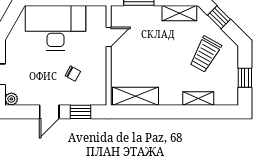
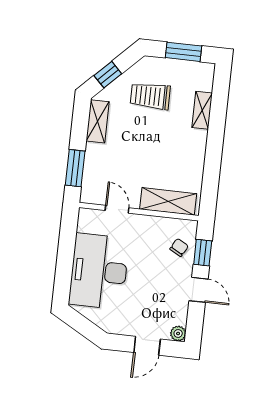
trolley: (205, 54) -> (150, 96), turned 151
chair: (73, 74) -> (179, 247), moved
window: (245, 78) -> (183, 52), width x1.50
shelving: (136, 96) -> (168, 201), moved, turned 90

